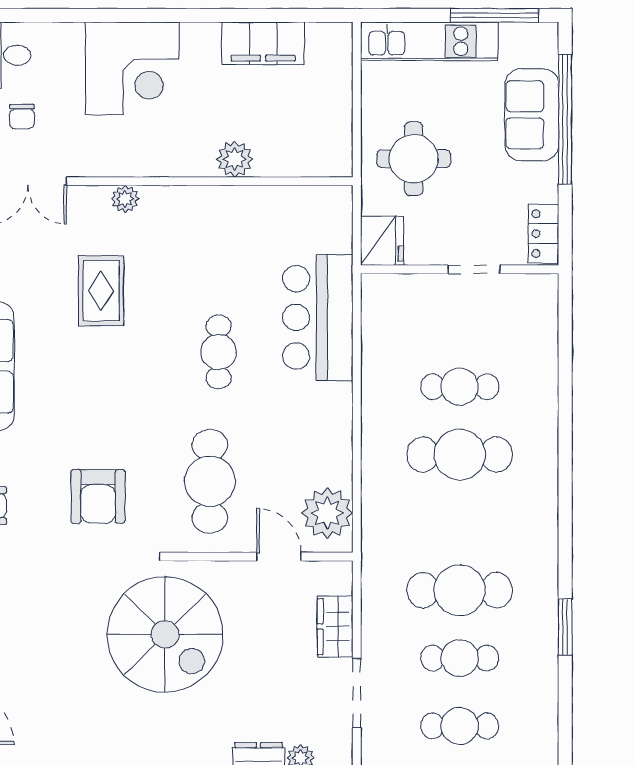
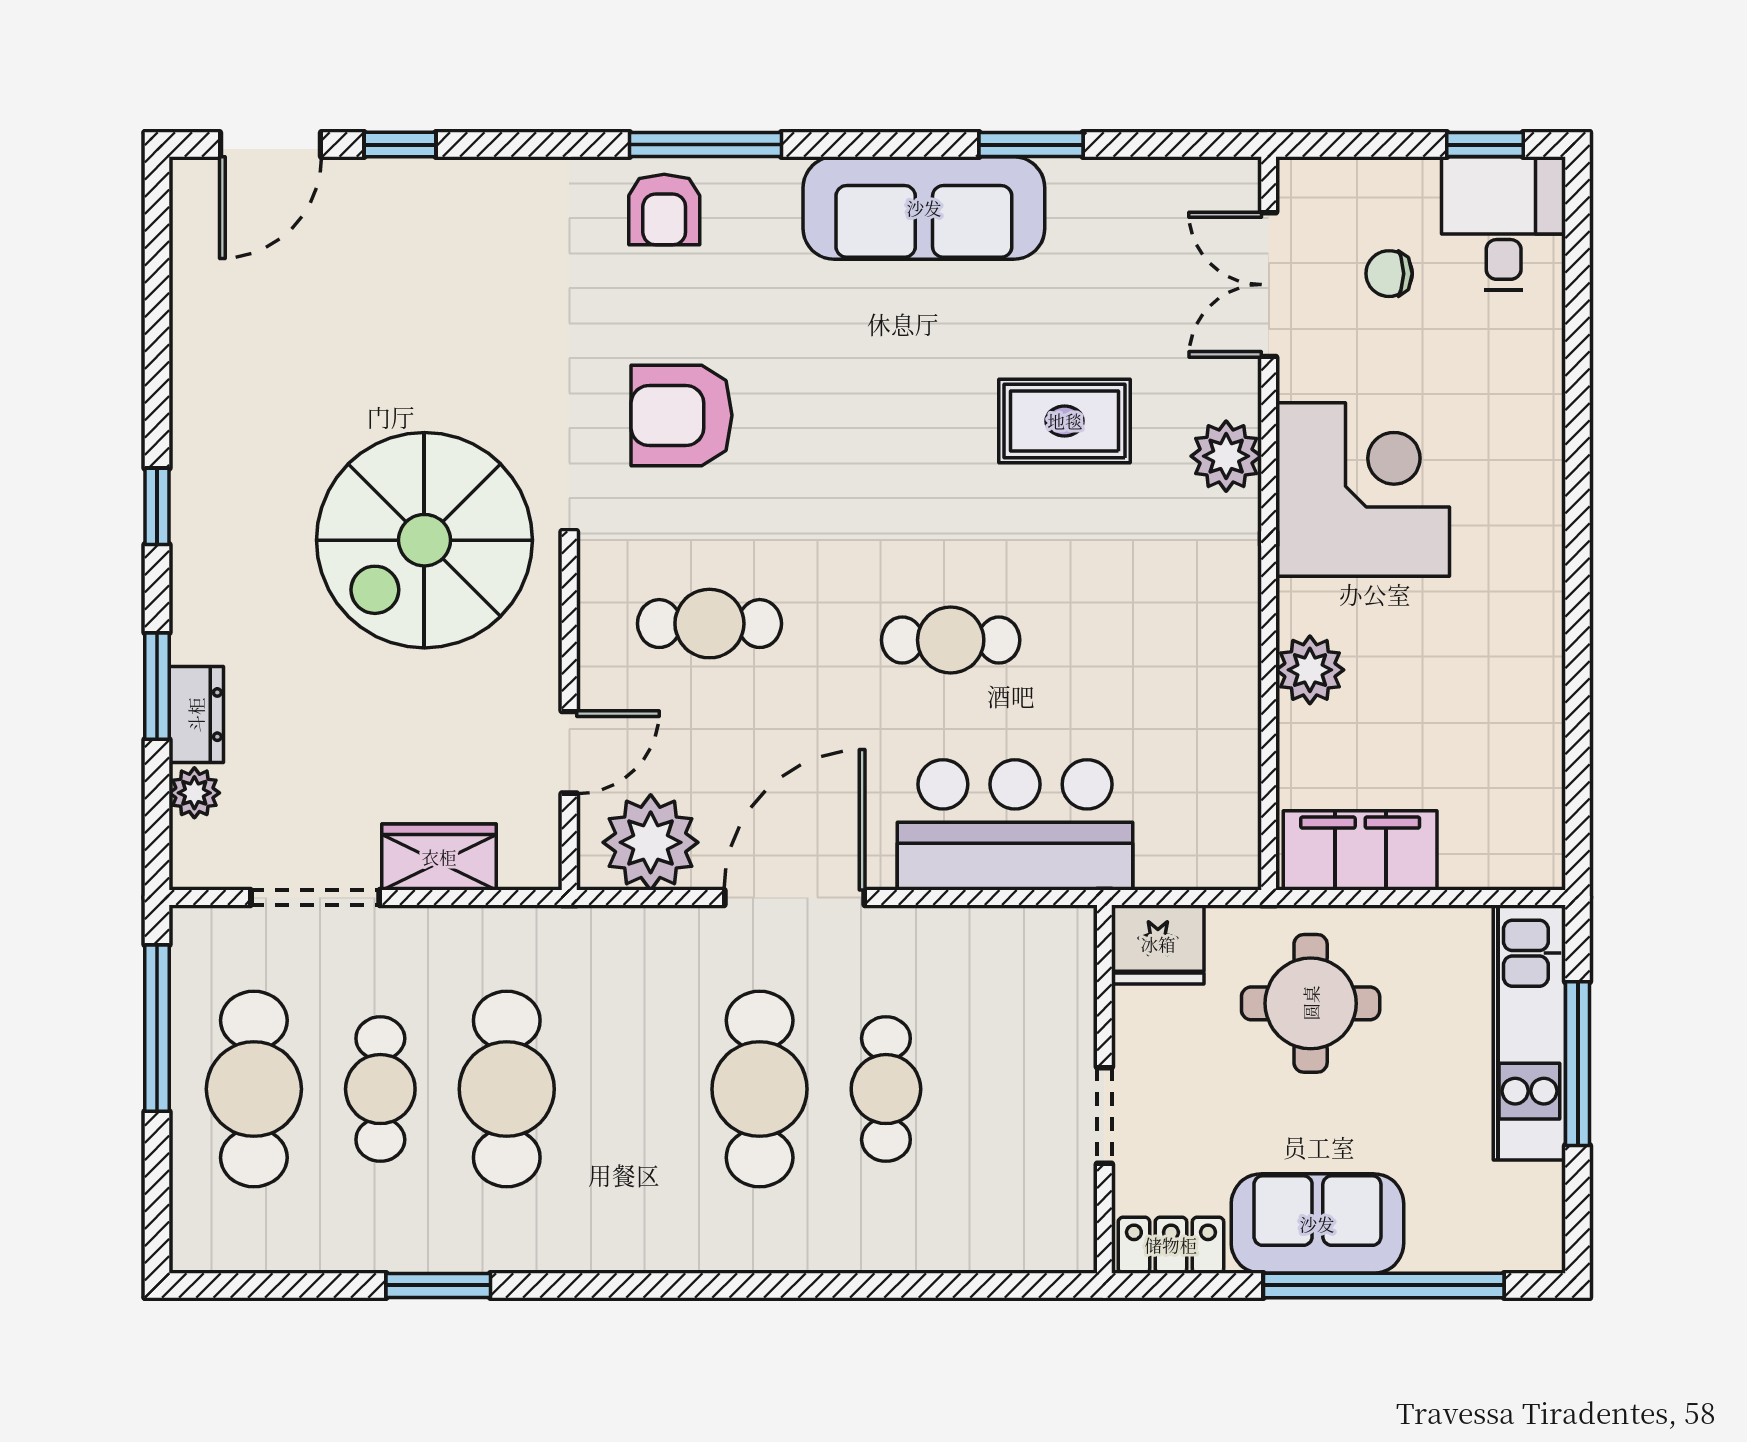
window: (494, 15) -> (1578, 1064), moved
filing cabinet: (263, 43) -> (1360, 850), moved, turned 90
corner desk: (132, 68) -> (1363, 490), moved, turned 180
sofa: (532, 115) -> (1317, 1224), moved
plant: (125, 199) -> (1226, 456), width x1.38, depth x1.38
door: (357, 436) -> (794, 897), added
cafe table: (210, 481) -> (709, 624), width x0.73, depth x0.74
cafe table: (460, 726) -> (254, 1089), width x1.37, depth x1.35

